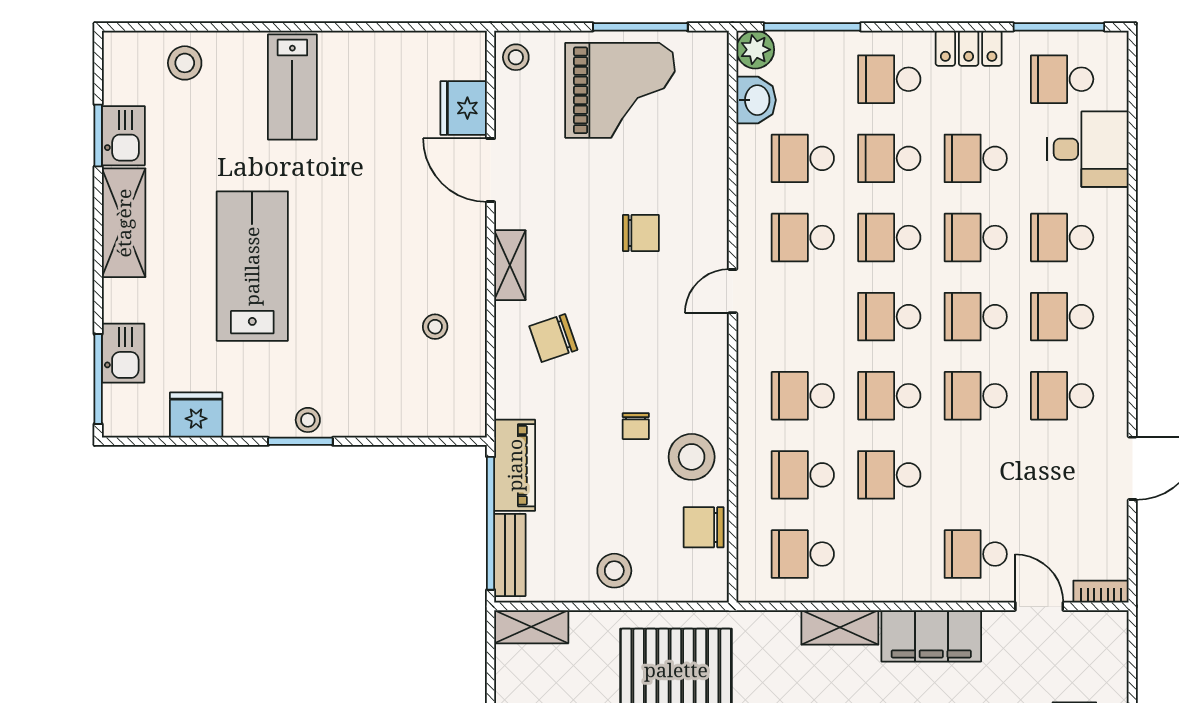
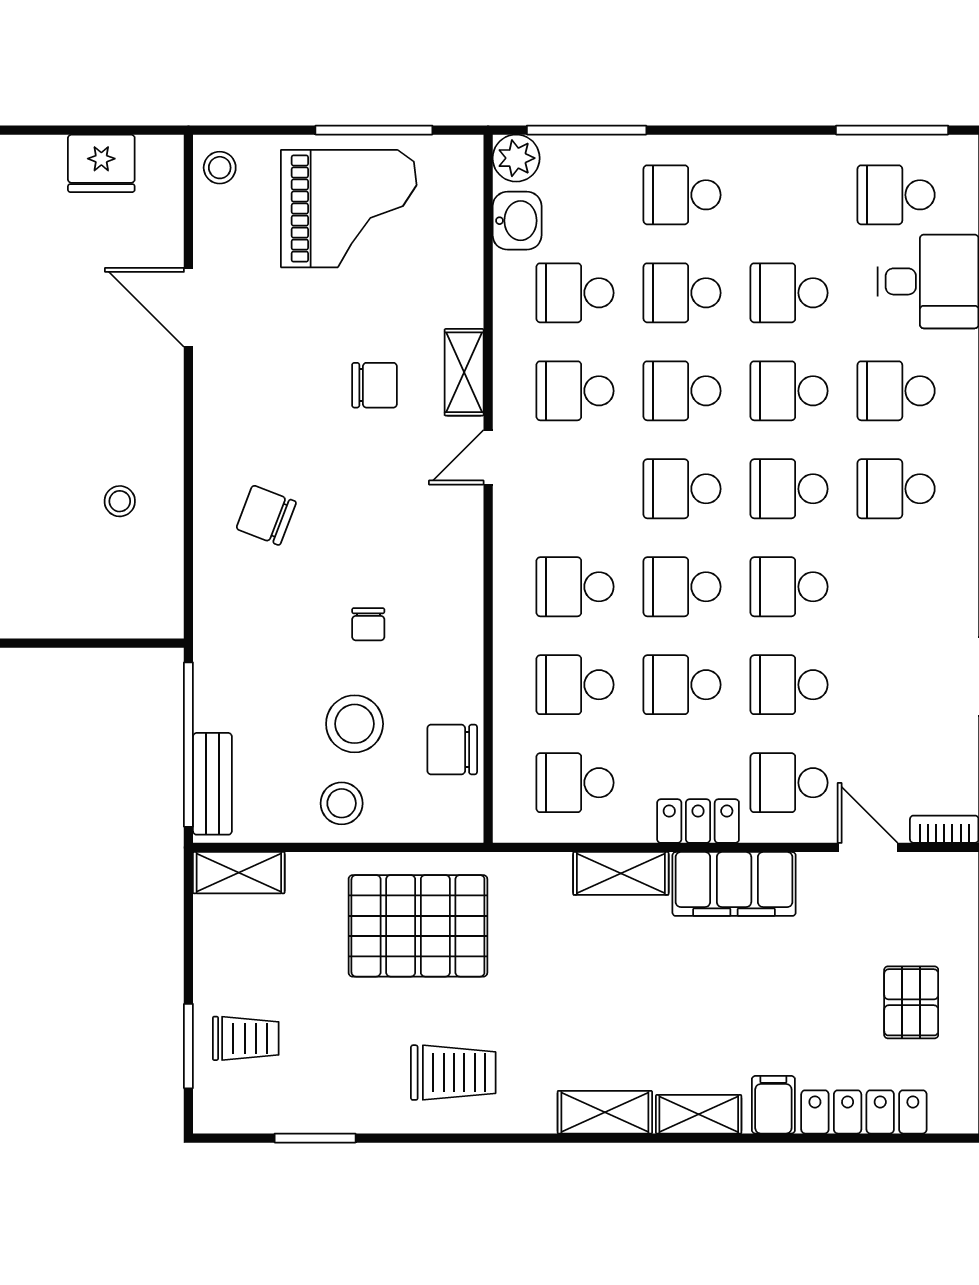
locker: (969, 48) -> (698, 821), moved, turned 180
fridge: (464, 108) -> (101, 163), moved, turned -90
shelving: (510, 265) -> (464, 372), moved
chair: (553, 338) -> (266, 515), turned 40
school desk: (1062, 396) -> (789, 685), moved
stool: (692, 457) -> (355, 724), moved
piano: (515, 465) -> (218, 673), removed

